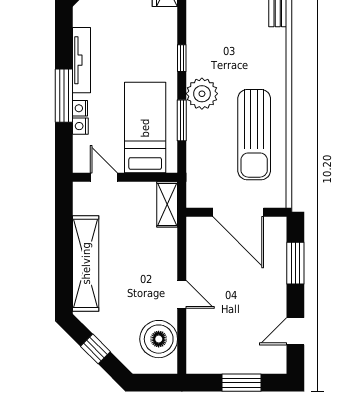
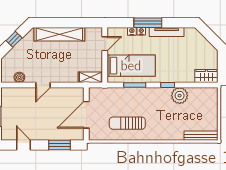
plant: (202, 94) -> (180, 96), moved
sun lounger: (254, 135) -> (127, 123), width x0.73, depth x0.75
boiler: (159, 339) -> (19, 77), width x0.54, depth x0.54

